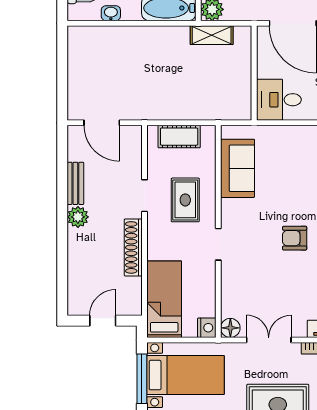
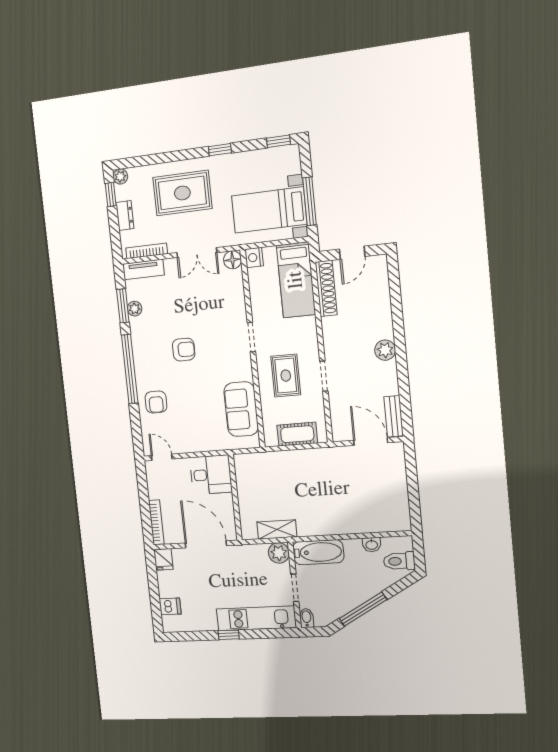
bench: (75, 183) -> (394, 416), moved
shoe rack: (133, 247) -> (326, 288), moved

